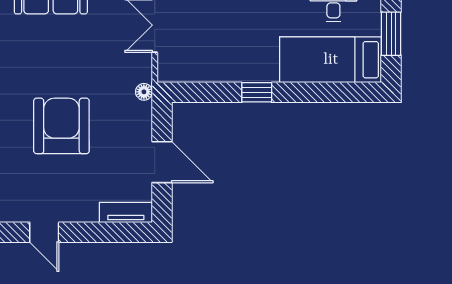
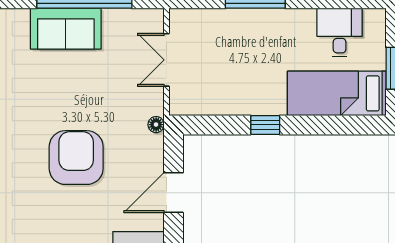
door: (162, 162) -> (173, 193), swing flipped

